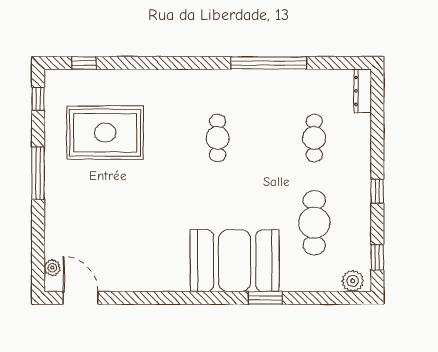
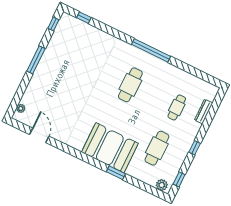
window: (269, 63) -> (151, 50), moved
dresser: (363, 91) -> (204, 112), moved
rug: (105, 133) -> (78, 56), removed
cafe table: (218, 138) -> (130, 85), width x1.37, depth x1.35
door: (81, 298) -> (39, 135), moved

